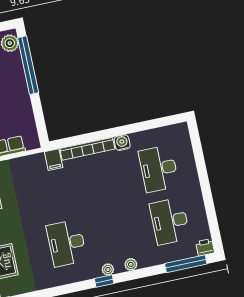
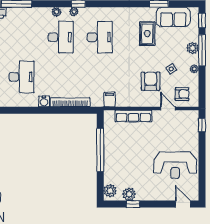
window: (28, 65) -> (100, 150), moved
filing cabinet: (54, 160) -> (110, 100), moved
desk: (170, 221) -> (61, 37), moved

